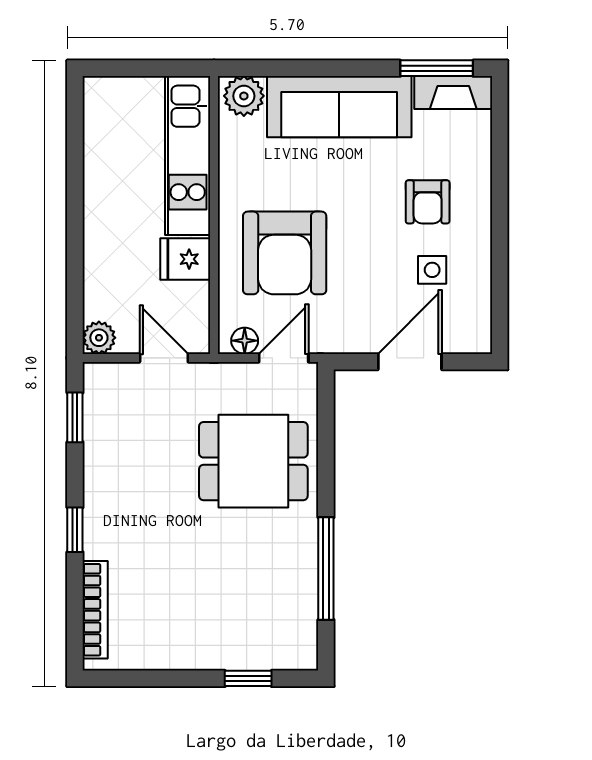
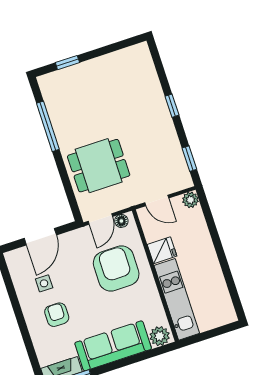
bookcase: (95, 610) -> (150, 71), removed

